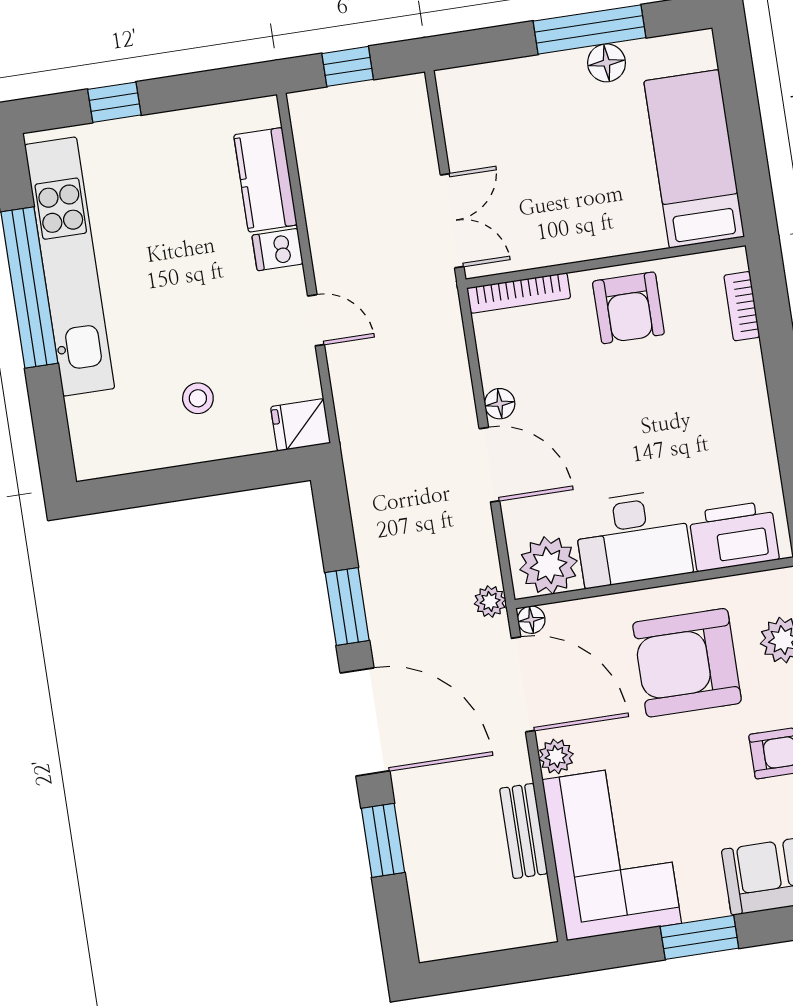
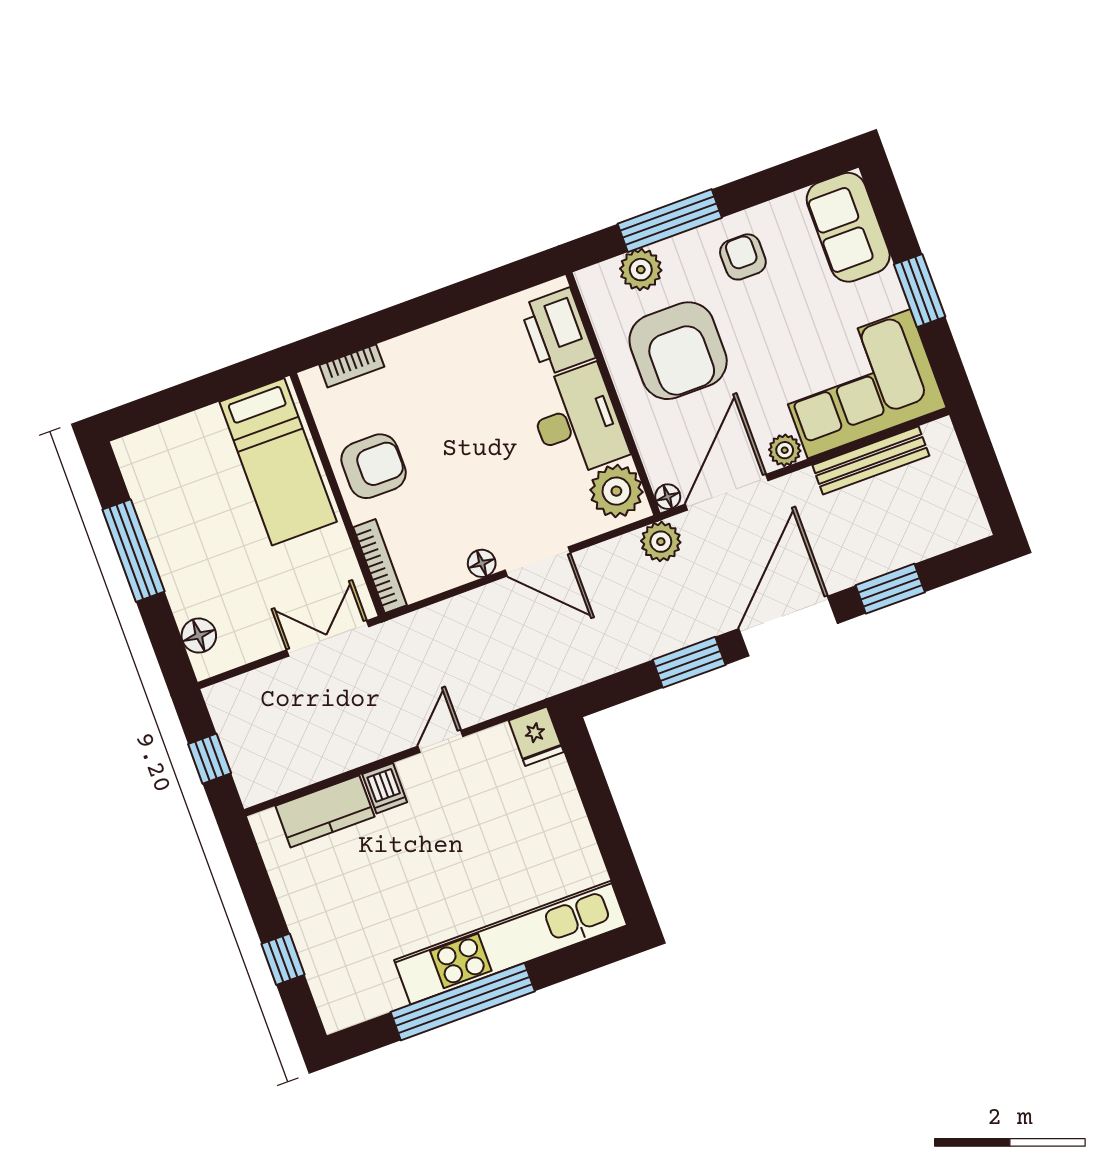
floor lamp: (607, 63) -> (199, 636), moved
bed: (694, 159) -> (278, 462), moved, turned -90
kitchen unit: (70, 267) -> (511, 943), moved
stool: (198, 398) -> (531, 832), removed
door: (489, 465) -> (538, 561), swing flipped
plant: (490, 601) -> (661, 542), width x1.38, depth x1.38
bench: (524, 831) -> (871, 460), width x1.36

